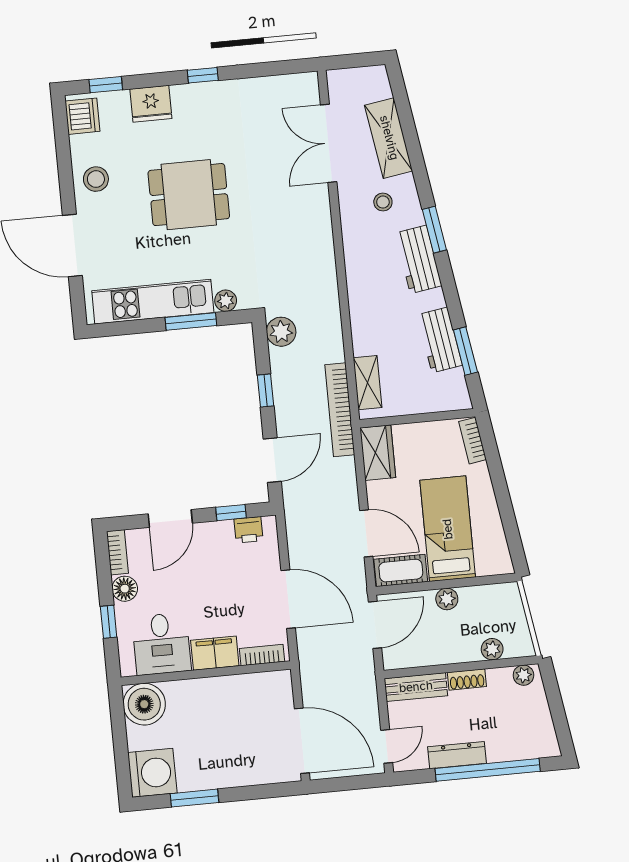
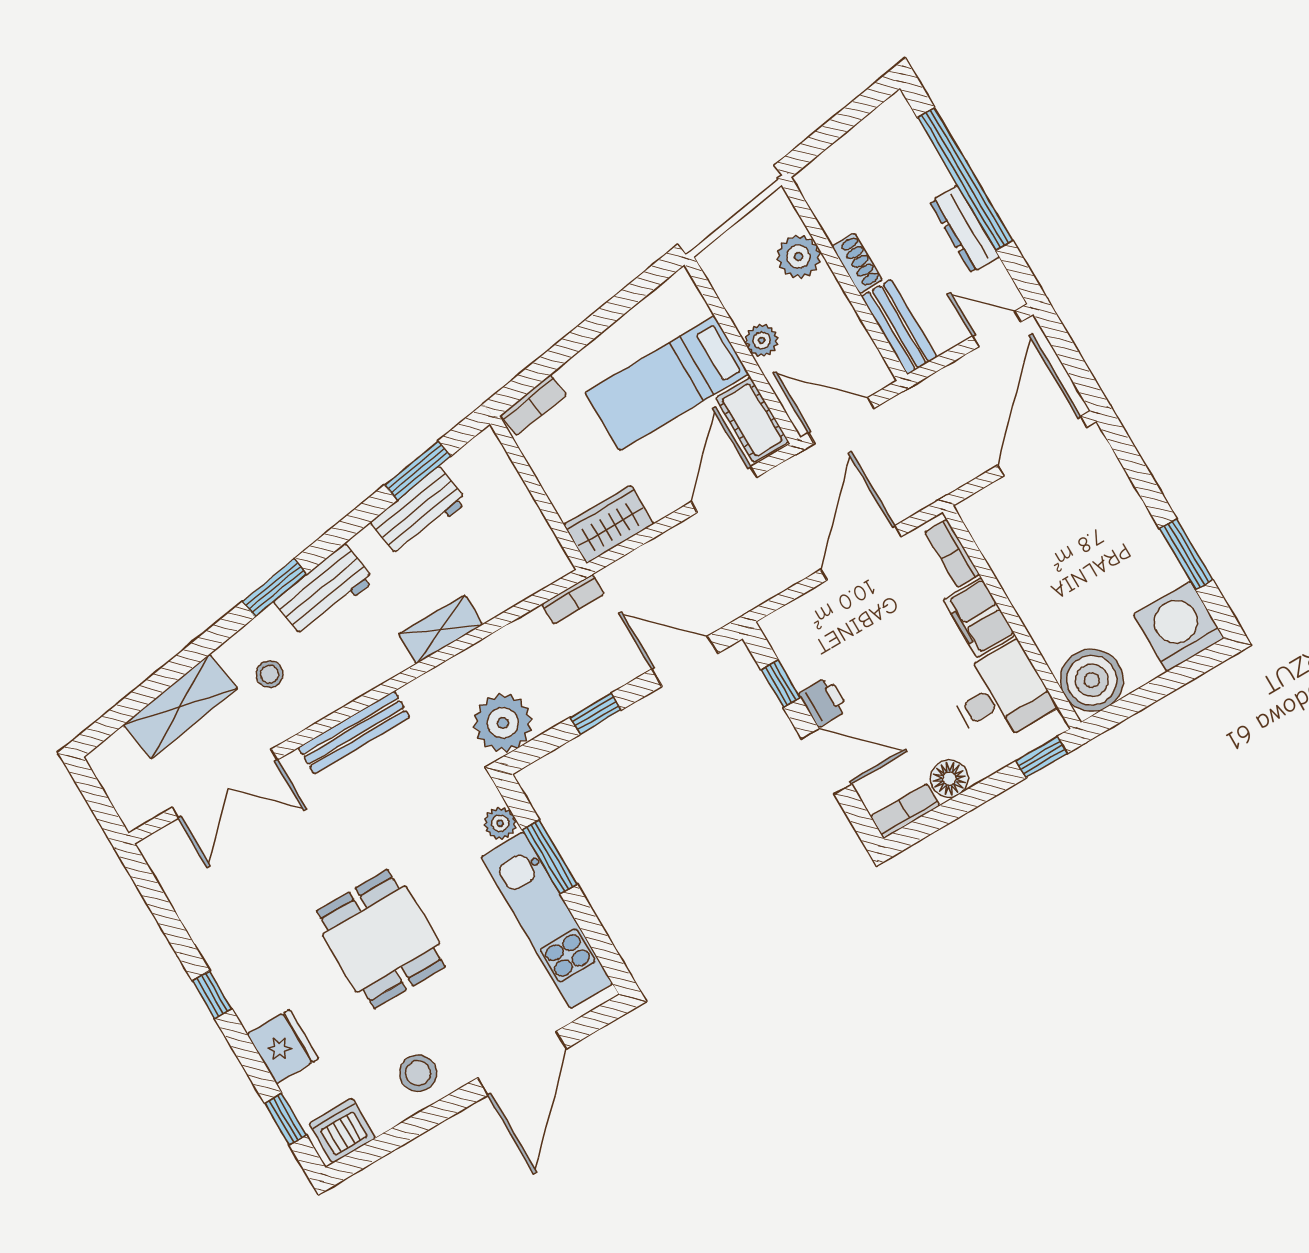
bench: (323, 237) -> (354, 732), added
plant: (281, 332) -> (503, 723), width x1.36, depth x1.36
shelving: (368, 383) -> (441, 629), moved
bookcase: (340, 410) -> (573, 599), width x0.43, depth x0.76
printer: (248, 530) -> (824, 702), moved
window: (109, 622) -> (1042, 757), moved
plant: (492, 649) -> (799, 257), width x1.38, depth x1.38
plant: (523, 675) -> (816, 190), removed

